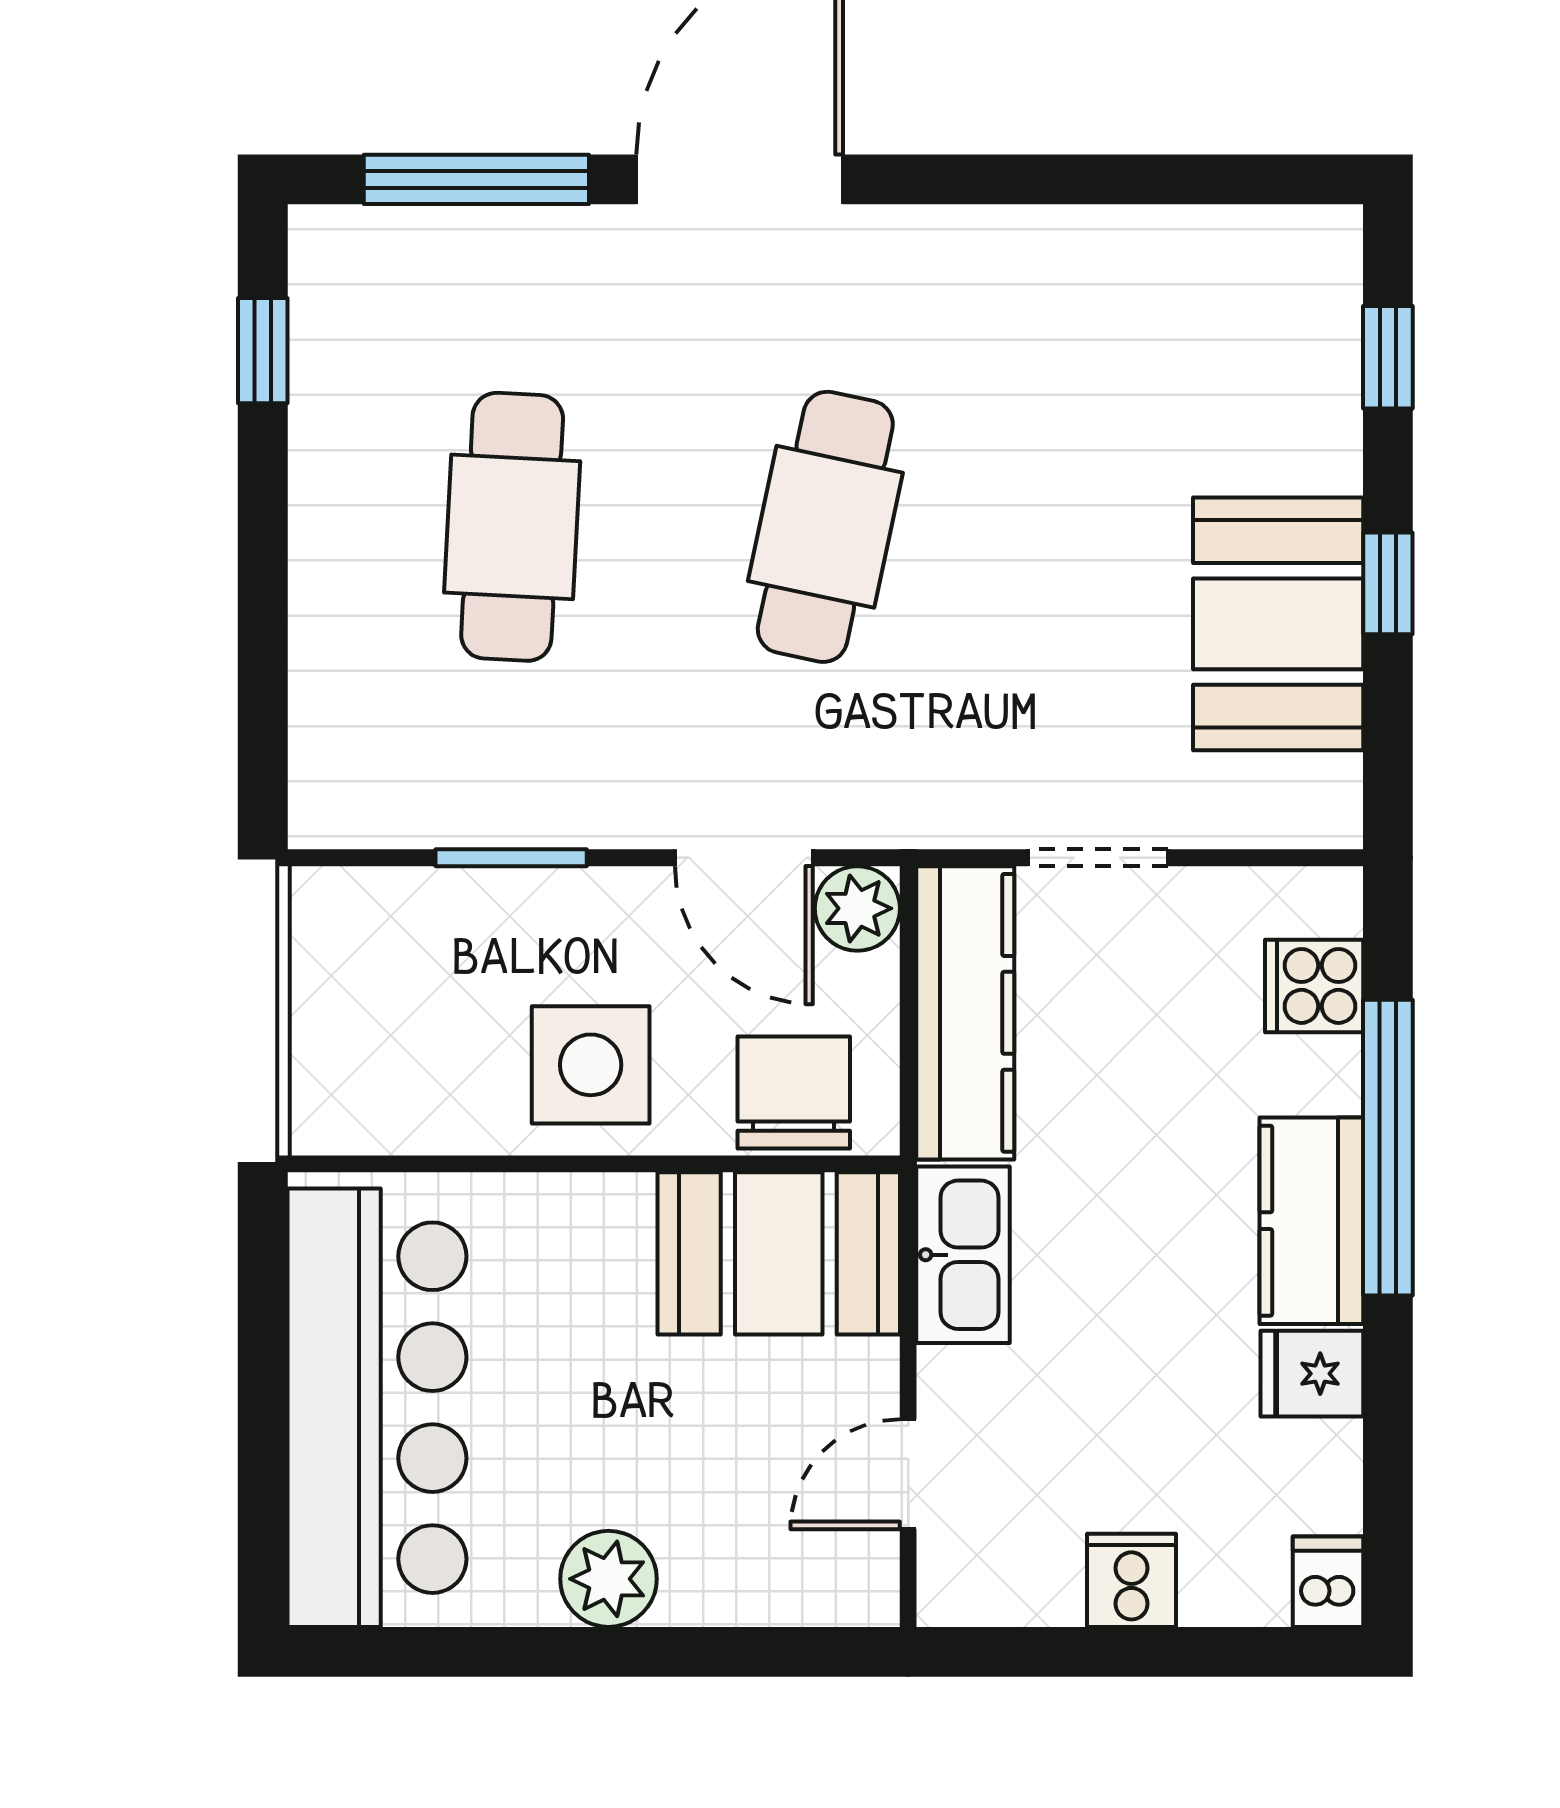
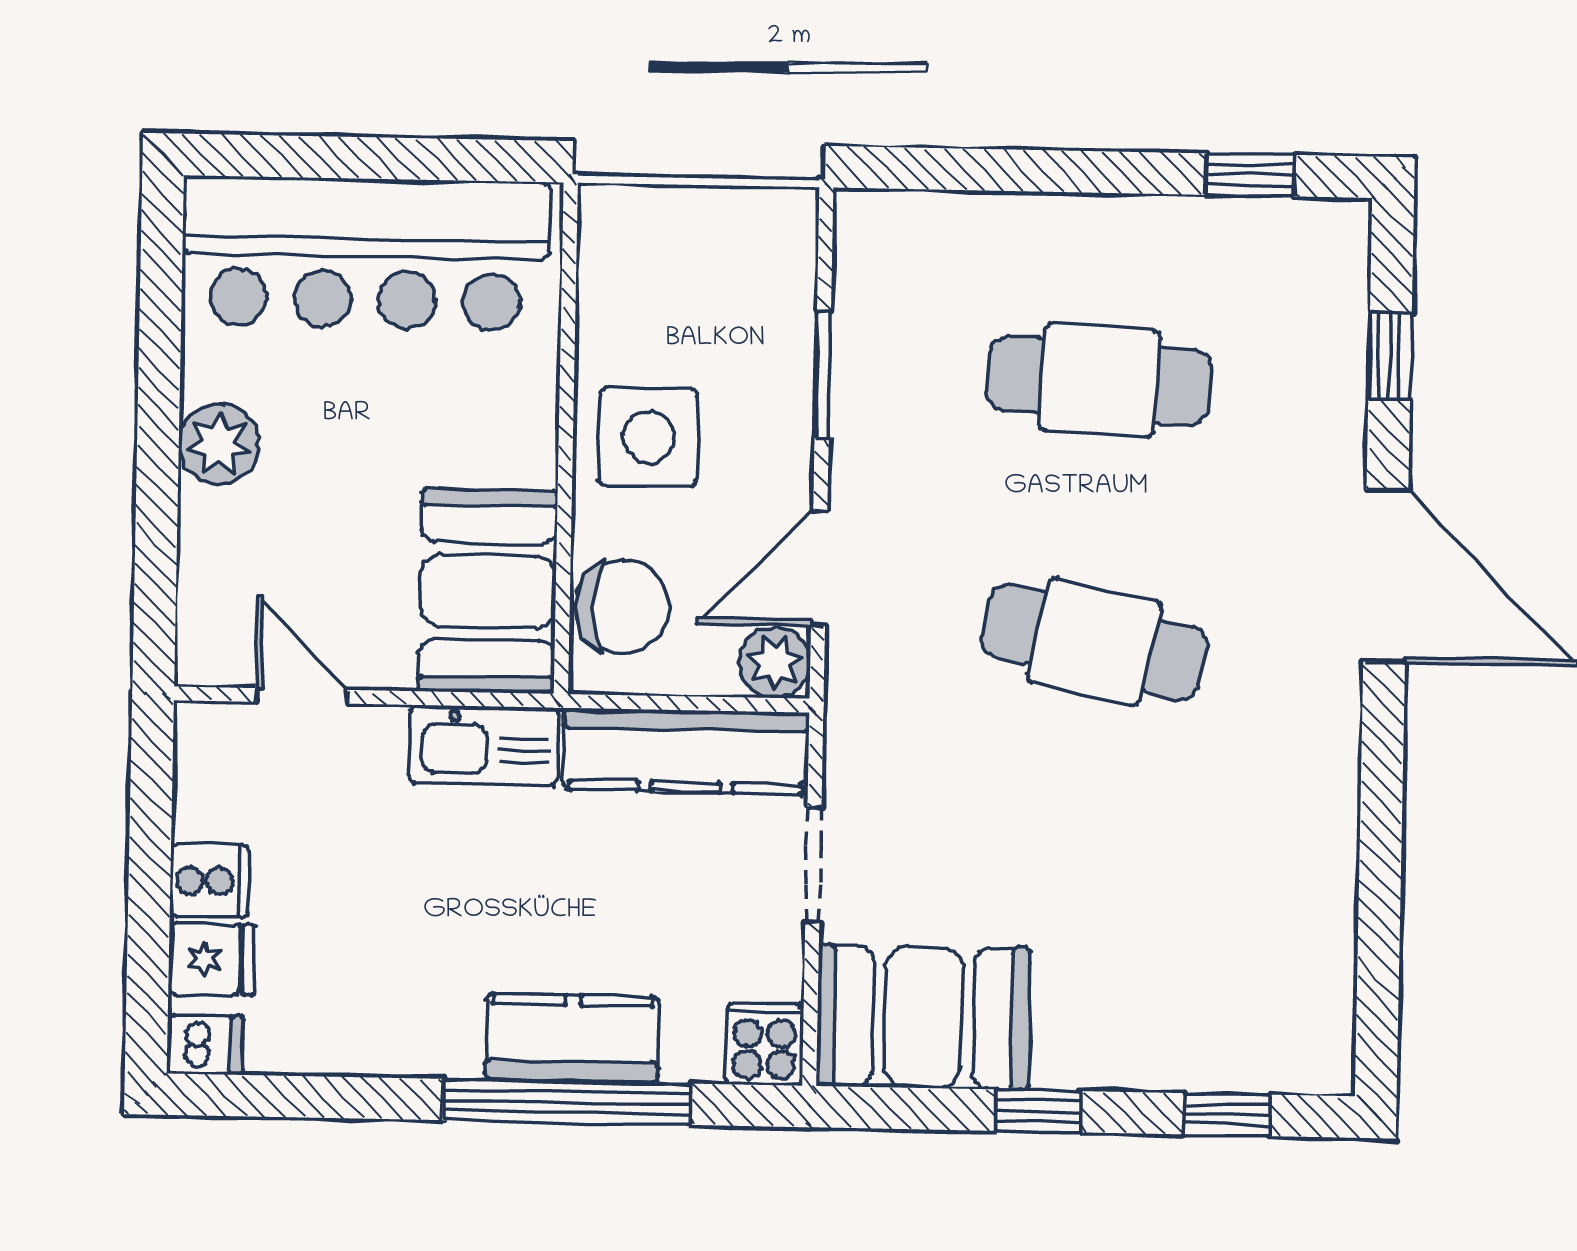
window: (476, 179) -> (1390, 356), width x0.46
booth: (1278, 624) -> (923, 1017), moved
cooker: (1314, 986) -> (764, 1044), moved
kitchen counter: (1311, 1221) -> (572, 1038), moved
fridge: (1312, 1374) -> (211, 959), moved, turned 90

